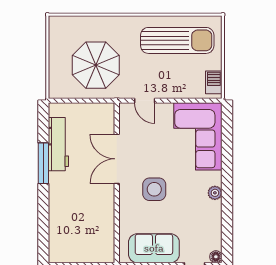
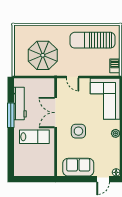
sun lounger: (177, 40) -> (92, 40), turned 180
lab bench: (82, 198) -> (34, 137), added

